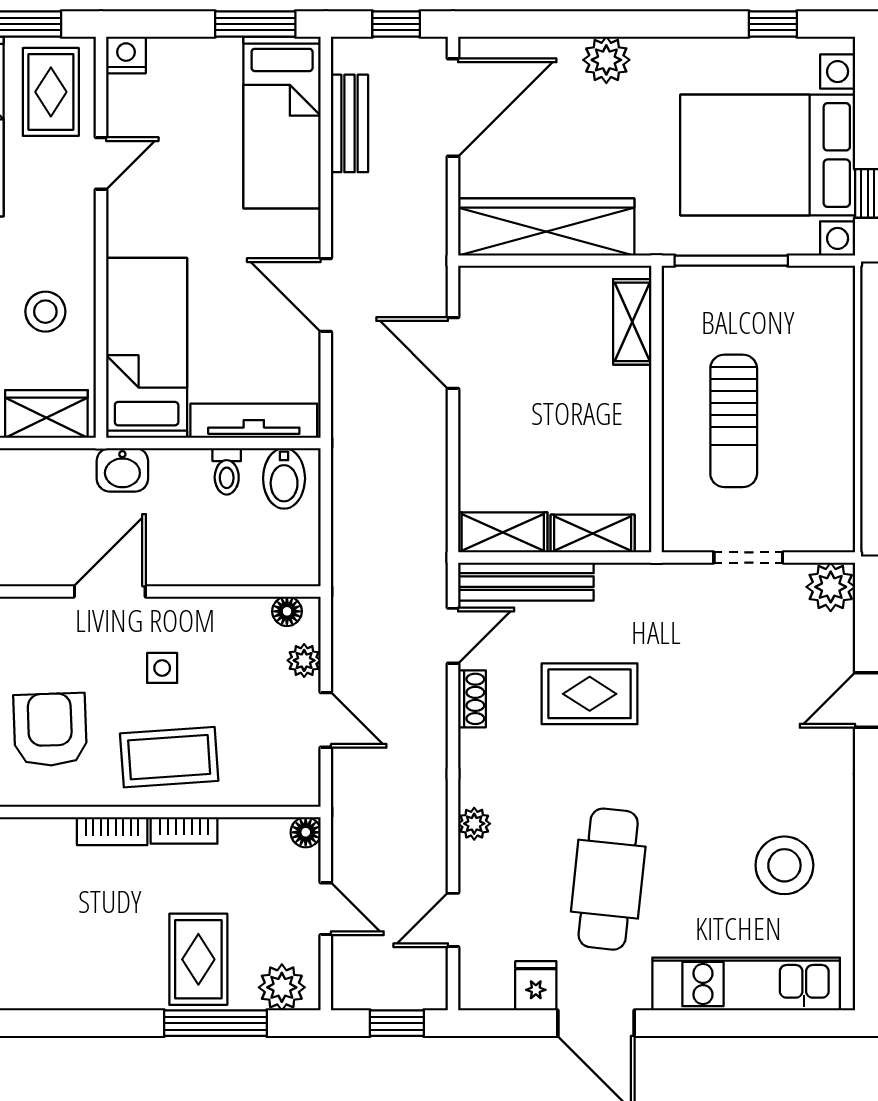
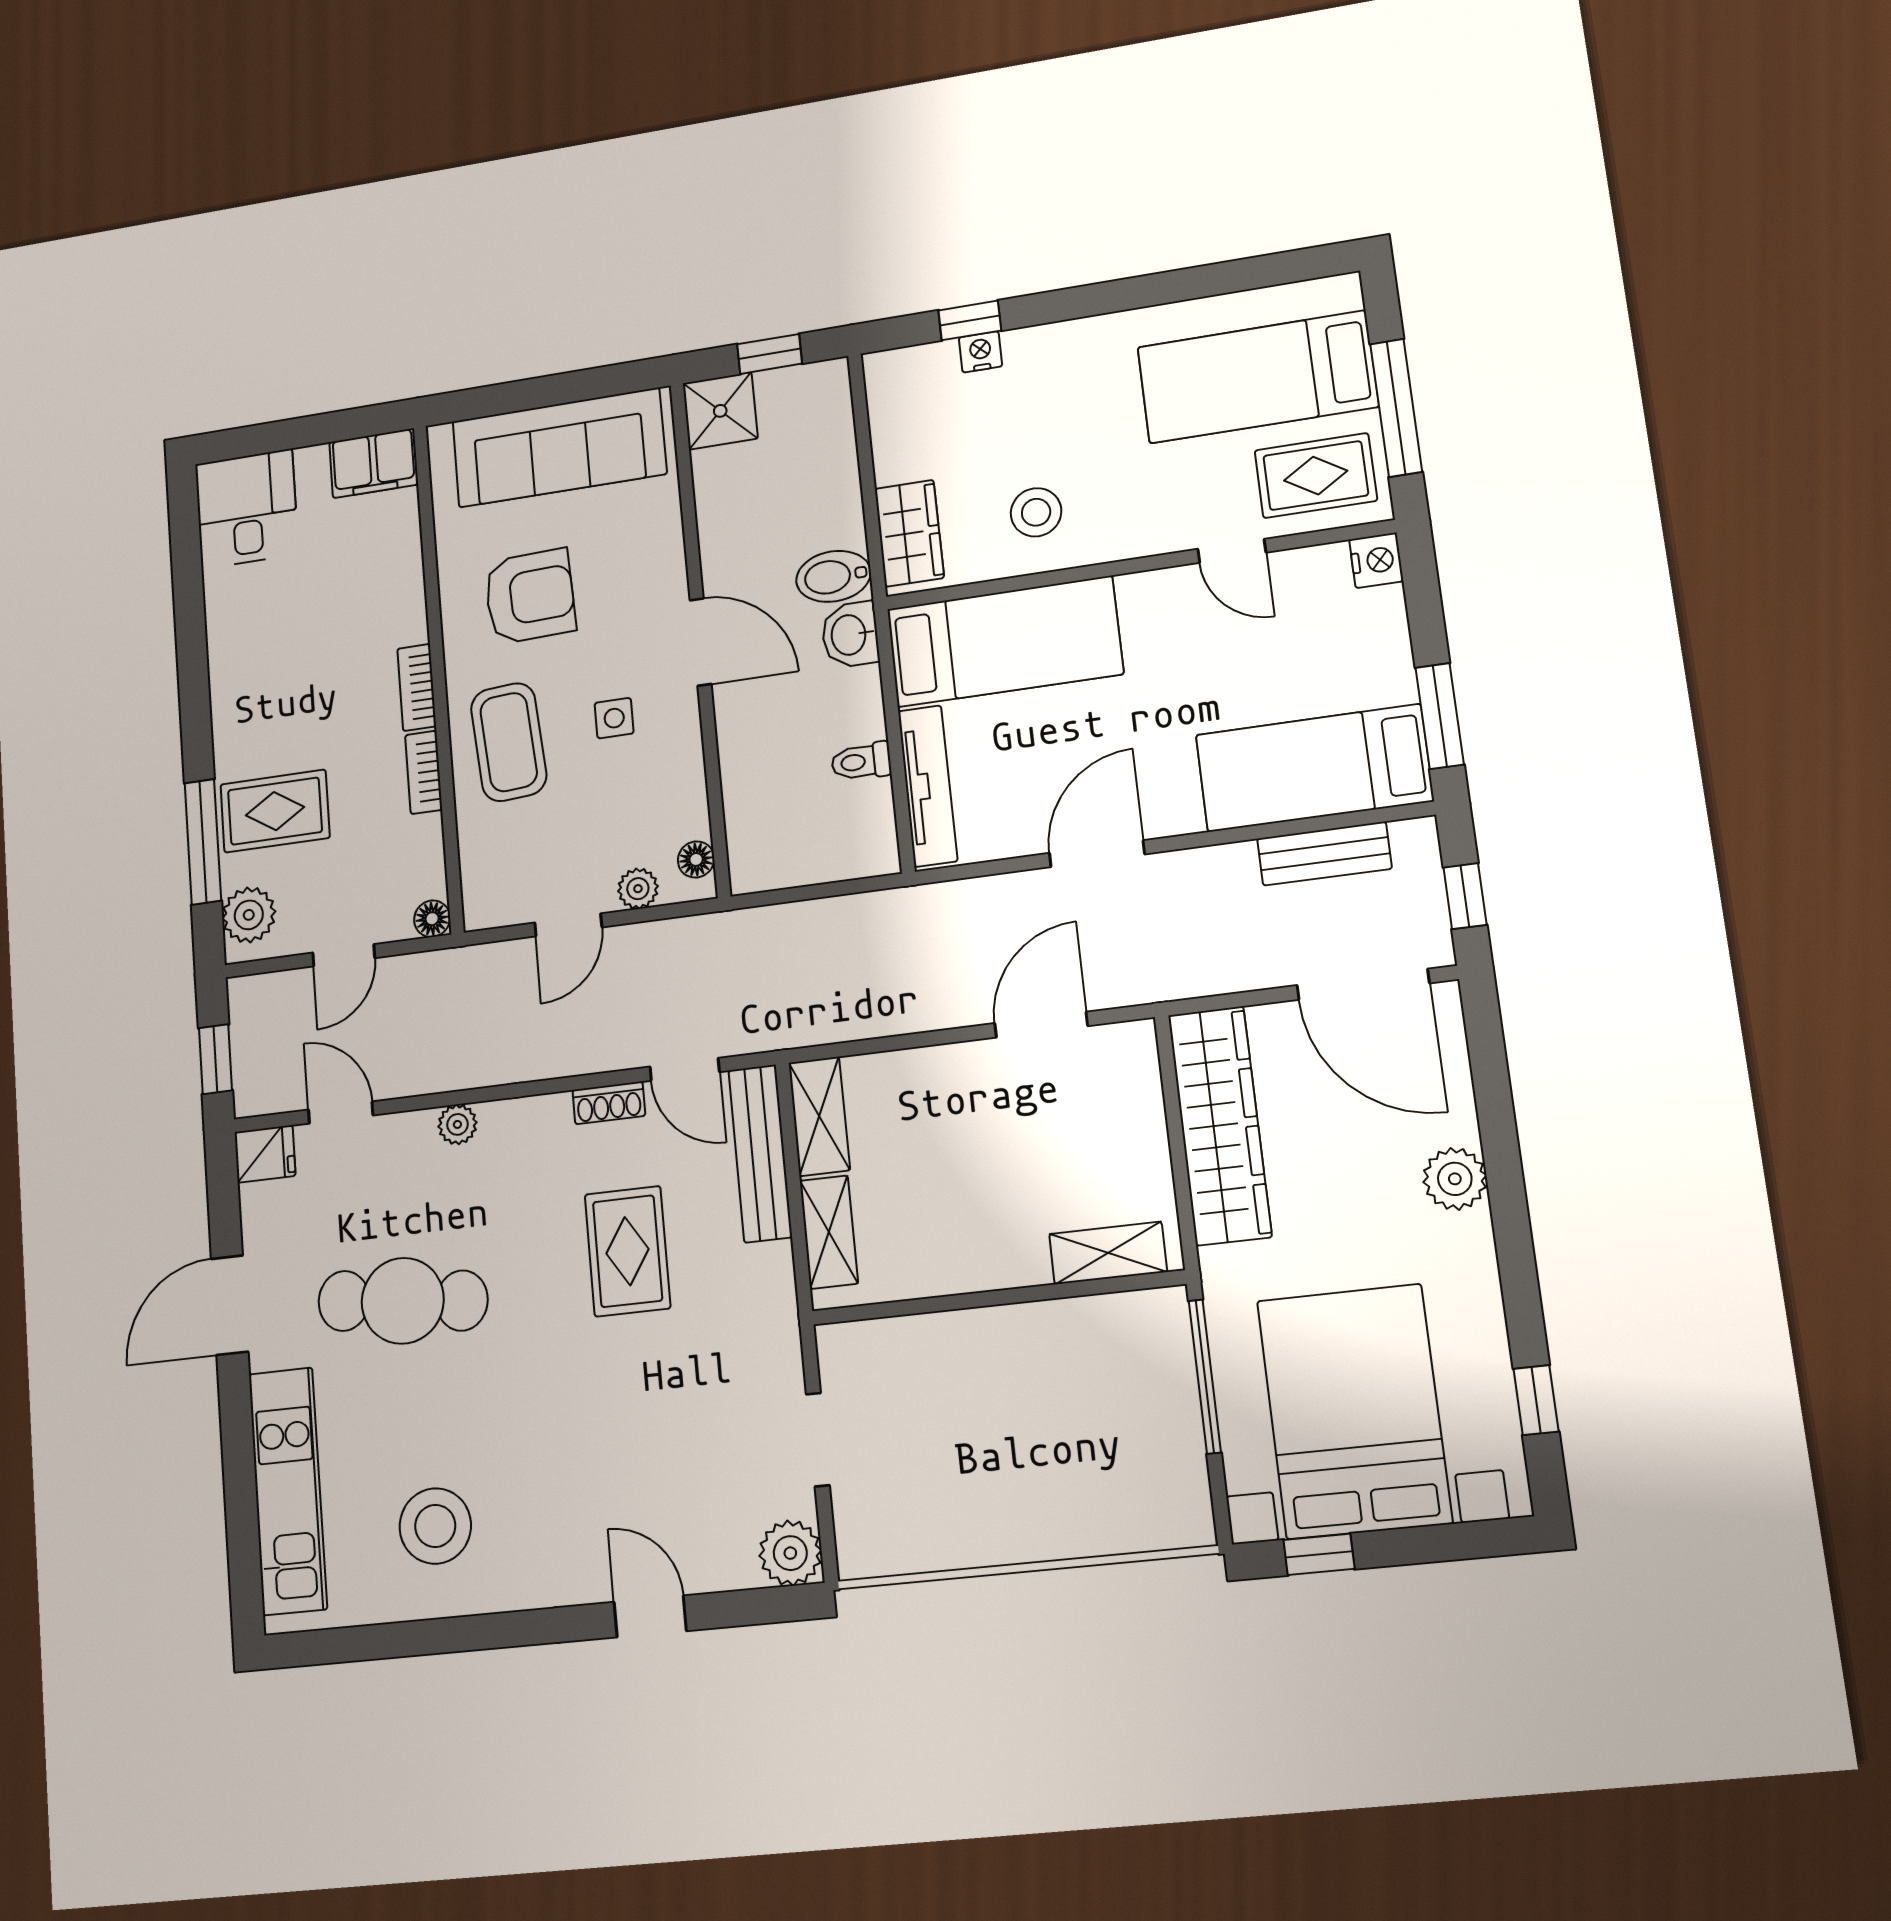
sun lounger: (734, 421) -> (993, 1402), removed
bidet: (284, 478) -> (833, 576), moved
fridge: (536, 986) -> (265, 1154), moved

